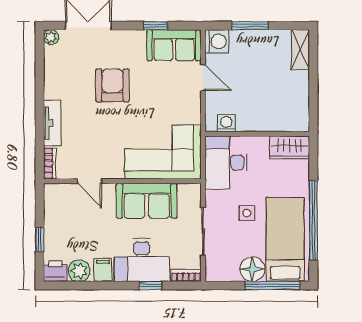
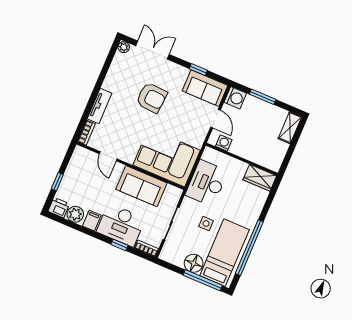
armchair: (112, 85) -> (152, 98), turned 94
washing machine: (226, 123) -> (224, 143), moved
wall: (257, 134) -> (242, 159), moved
wardrobe: (289, 147) -> (260, 178), moved

